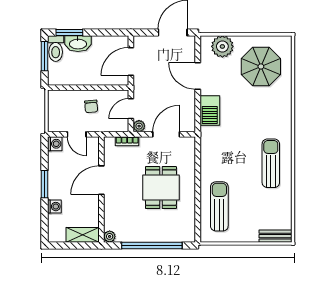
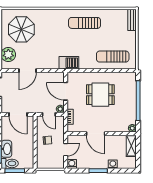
barbecue: (210, 111) -> (69, 63), moved

